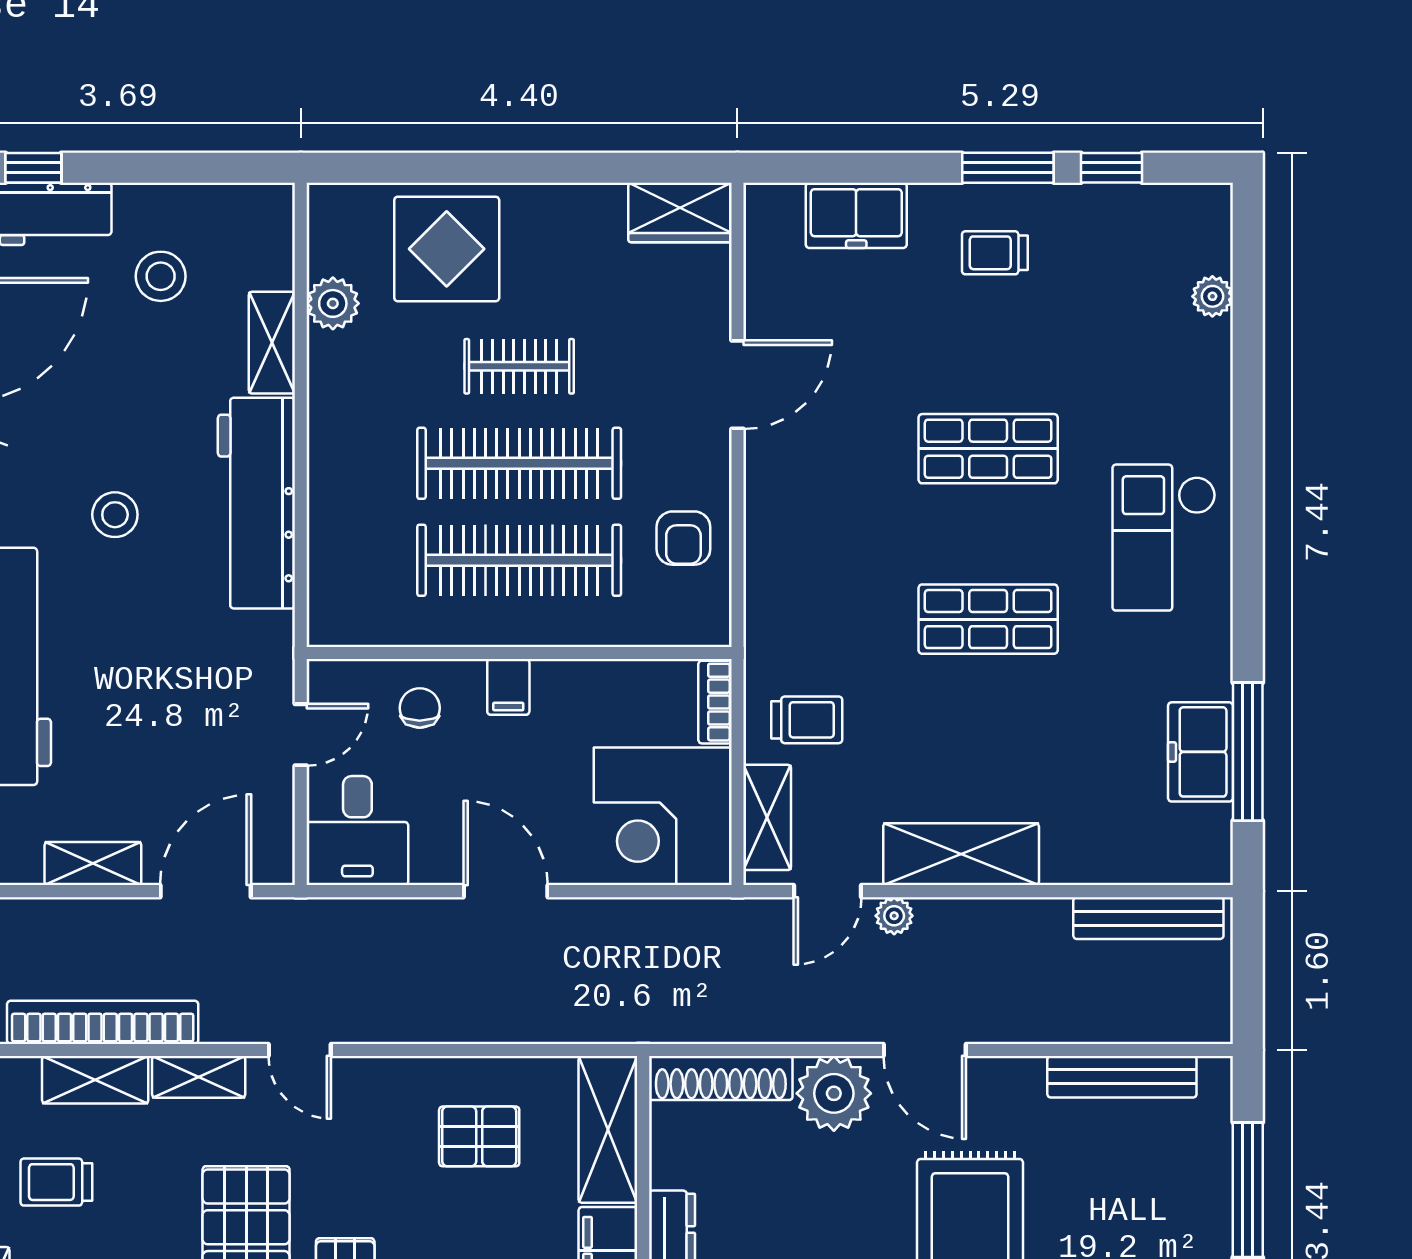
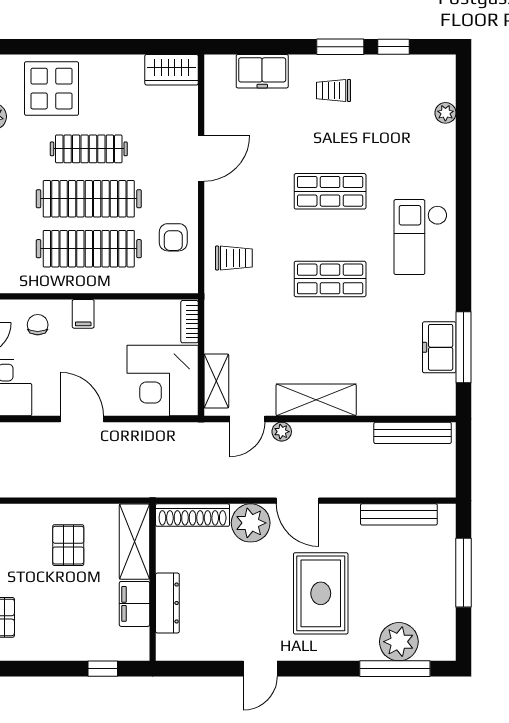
clothes rail: (519, 366) -> (89, 149), width x1.36
trolley: (807, 720) -> (234, 258), moved
pallet: (479, 1136) -> (68, 545), turned 90

